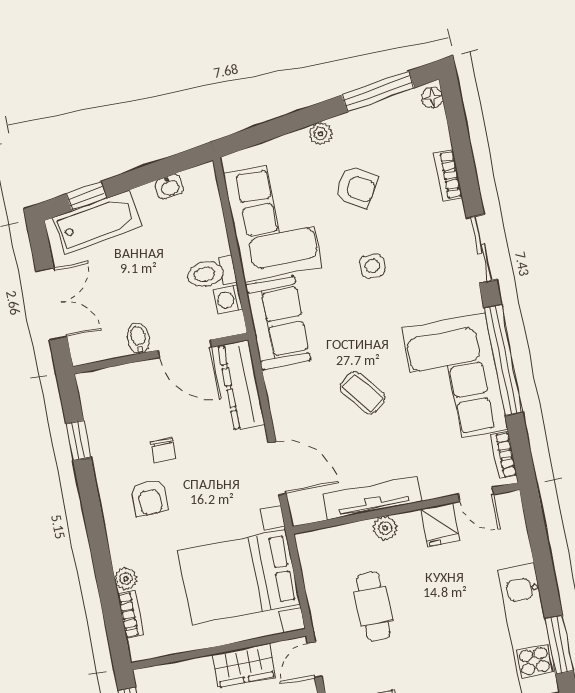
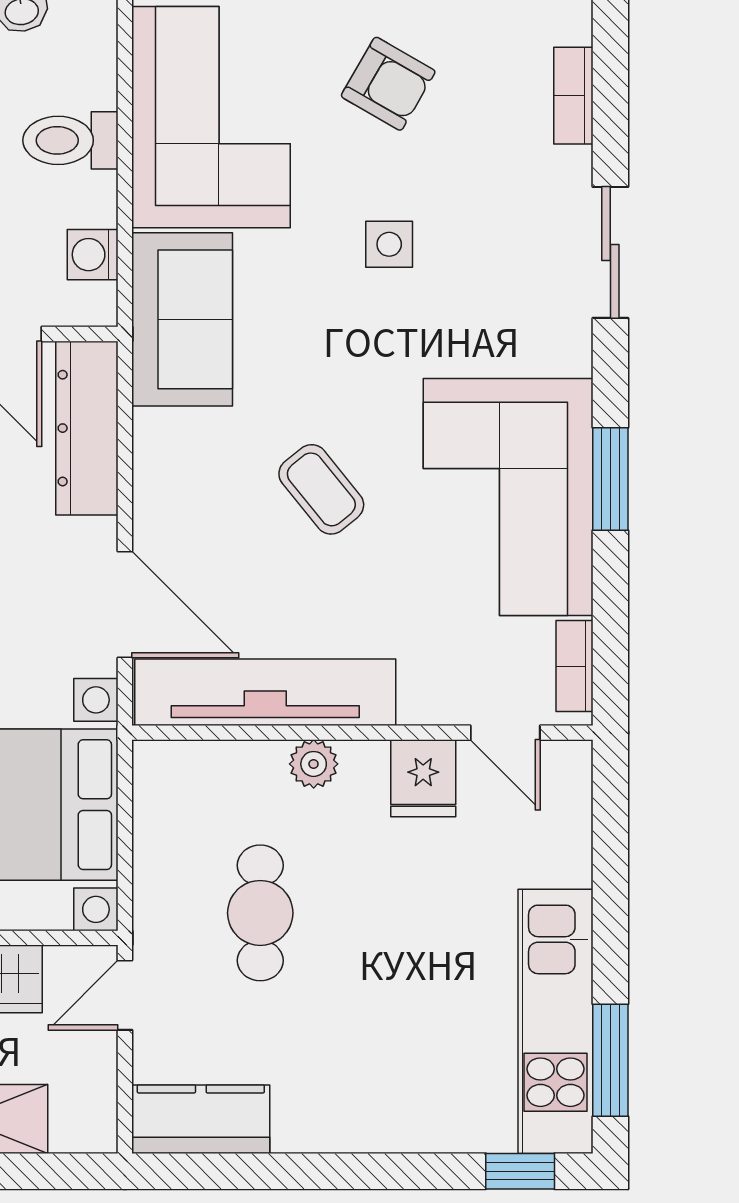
toilet: (211, 273) -> (70, 140), moved
window: (503, 360) -> (610, 479), width x0.47
tv unit: (372, 498) -> (265, 692), width x1.36, depth x1.29

